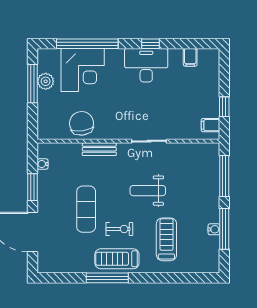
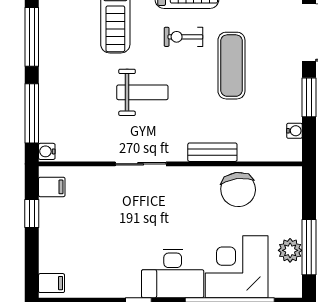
filing cabinet: (190, 57) -> (52, 283), moved, turned 90
desk: (146, 65) -> (173, 273), moved
water cooler: (214, 229) -> (47, 151), moved

